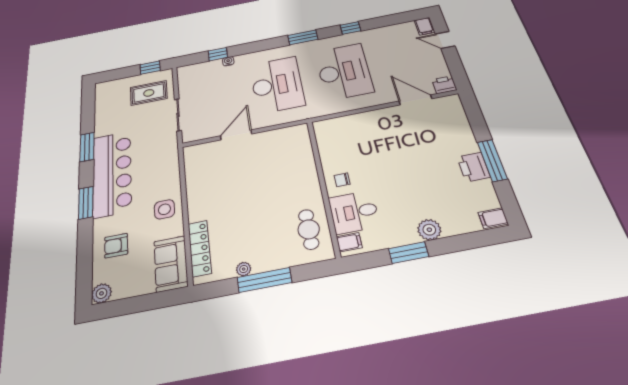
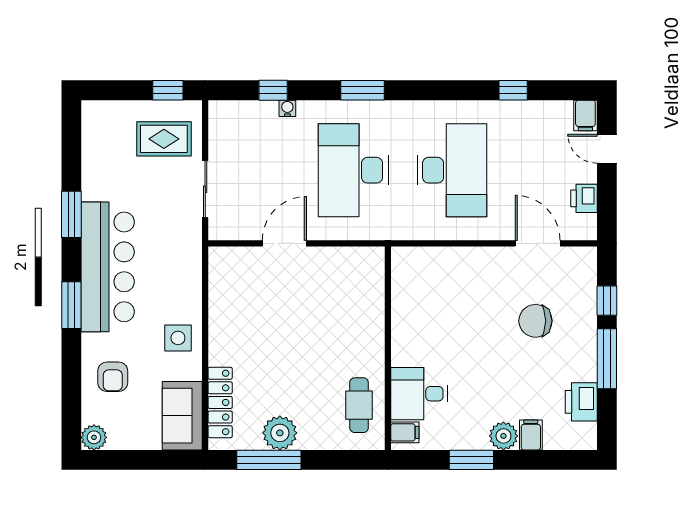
window: (350, 28) -> (513, 90), moved
window: (303, 37) -> (362, 90), moved
desk: (277, 85) -> (353, 170), turned 180
printer: (444, 85) -> (584, 198), moved, turned -90
window: (478, 124) -> (607, 301), added
printer: (474, 167) -> (581, 402), moved
chair: (342, 180) -> (535, 321), moved, width x1.87, depth x1.87
filing cabinet: (493, 218) -> (531, 435), moved, turned 90
armchair: (116, 246) -> (113, 377), turned -90
plant: (244, 269) -> (280, 433), width x1.88, depth x1.88
window: (264, 280) -> (269, 460), moved

